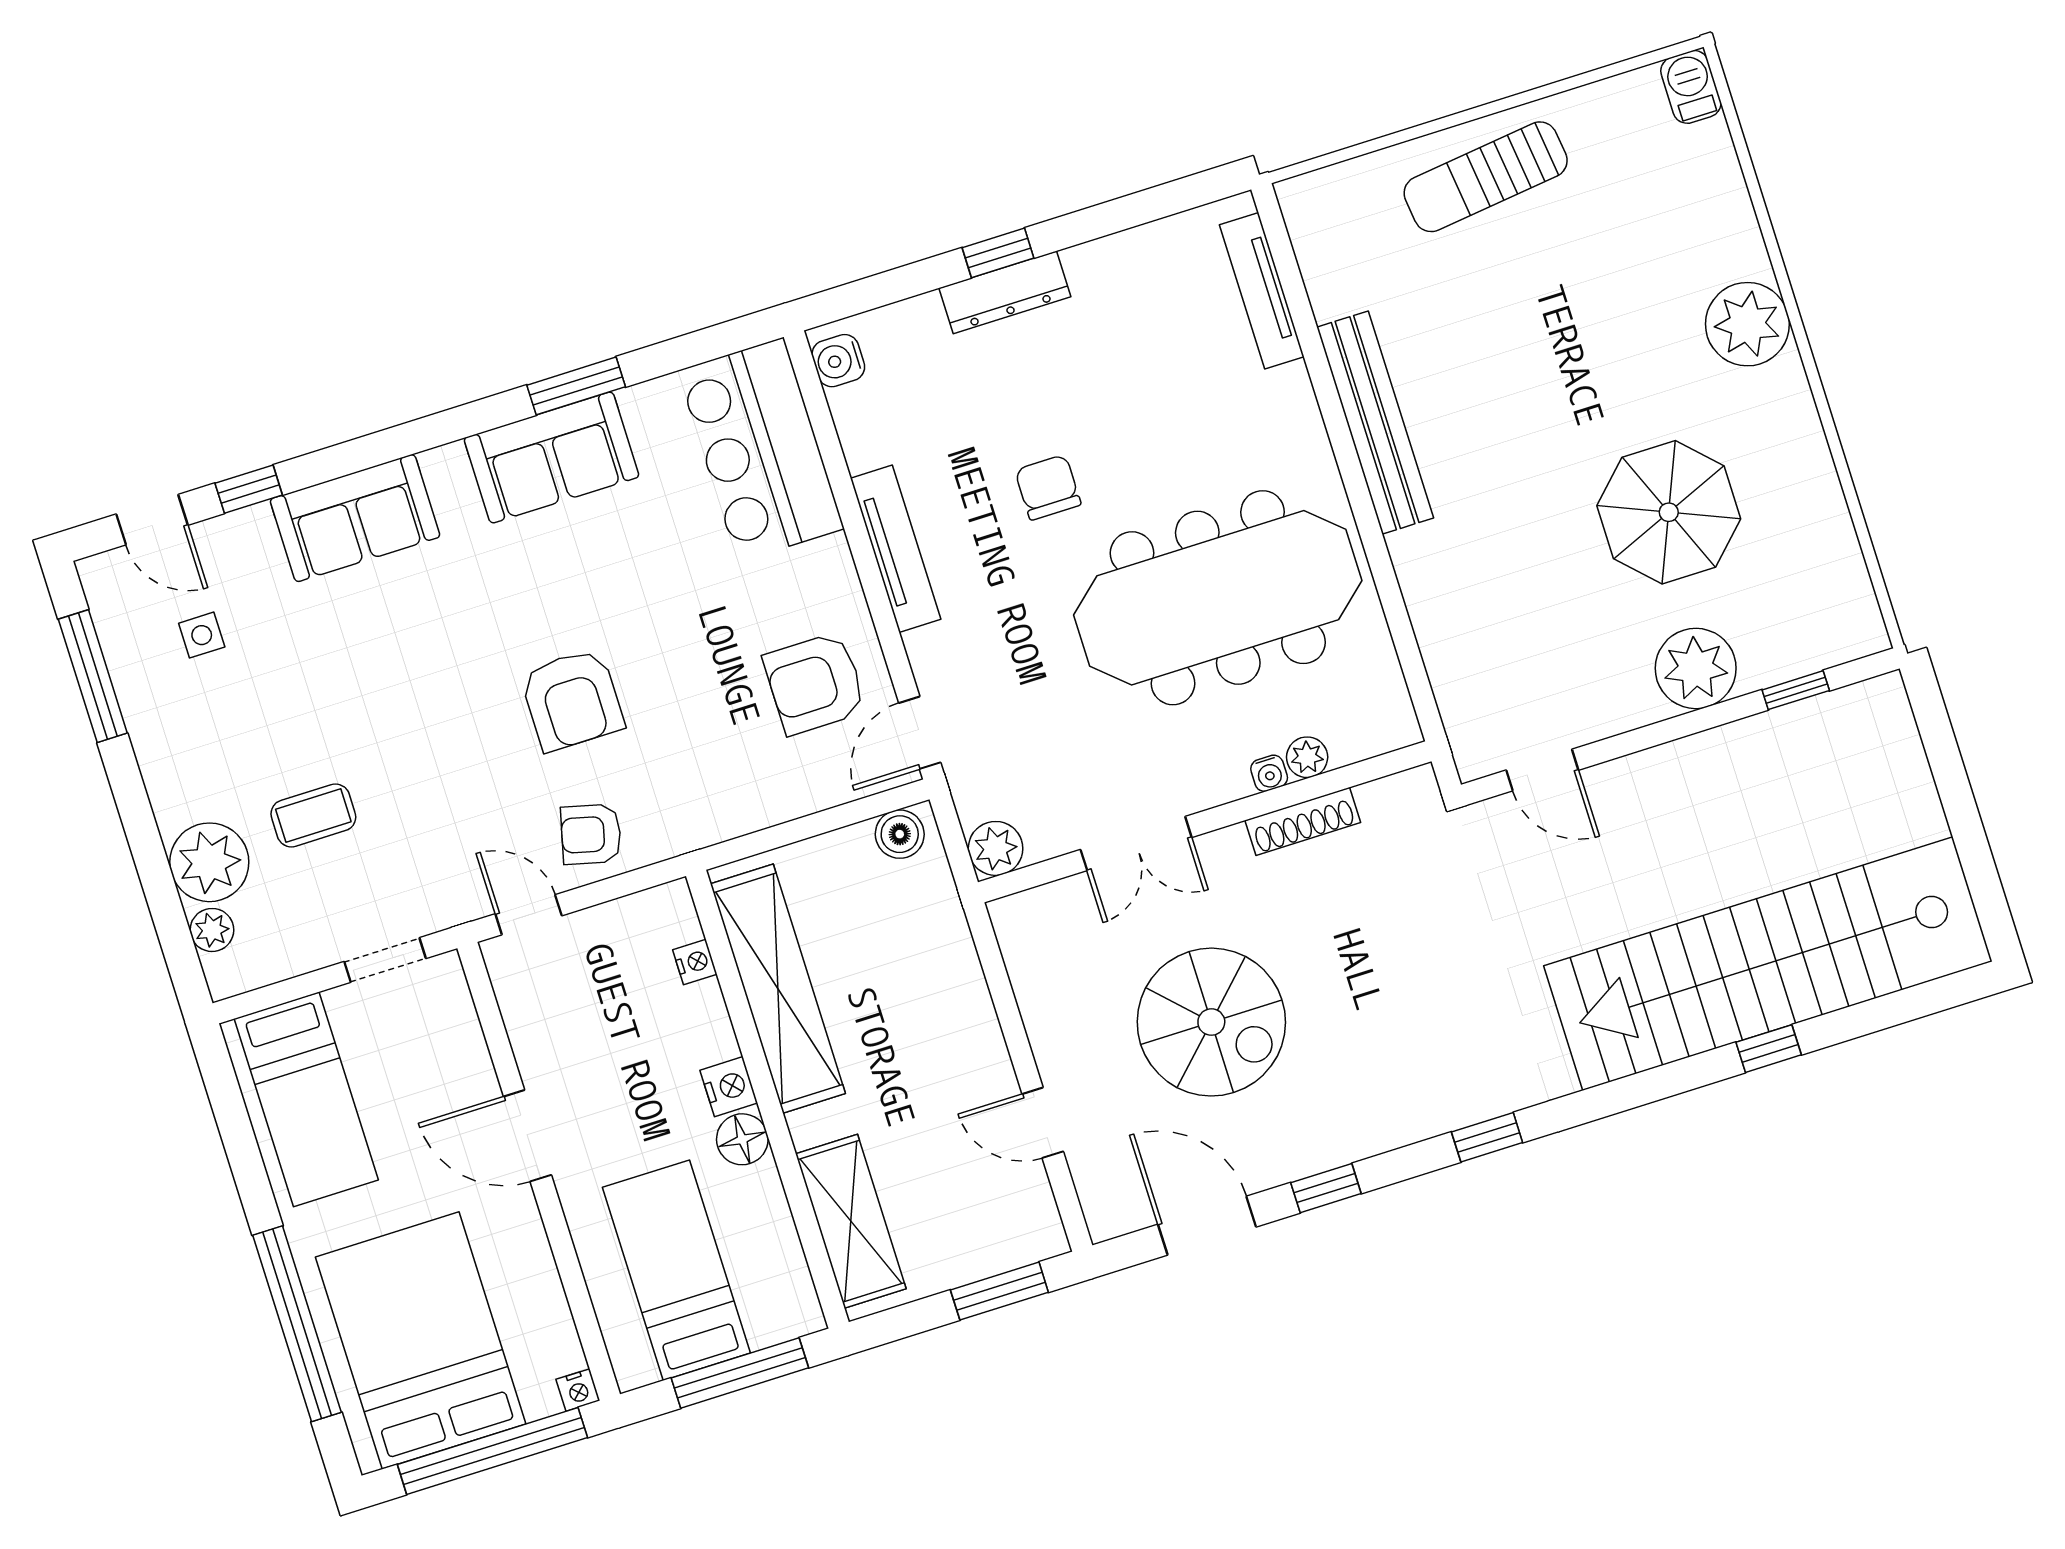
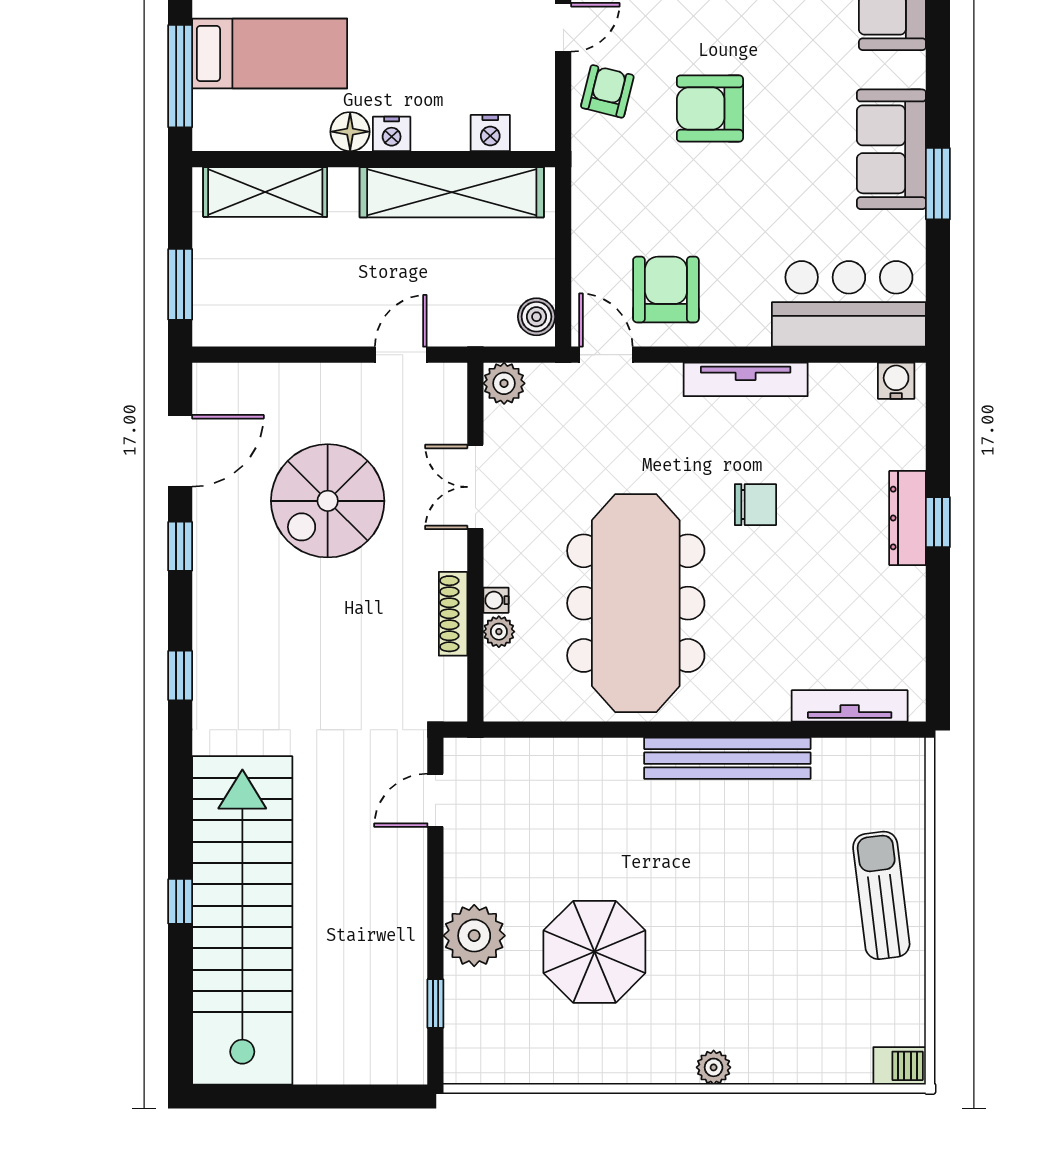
plant: (1747, 324) -> (714, 1067), width x0.53, depth x0.53
nightstand: (695, 962) -> (490, 133), width x1.39, depth x1.35
door: (1043, 1123) -> (401, 355), moved

